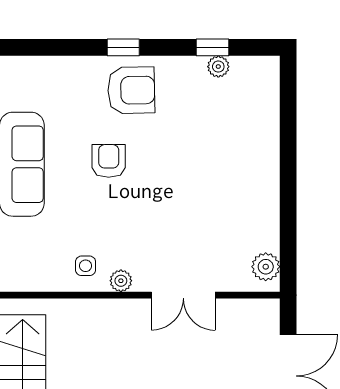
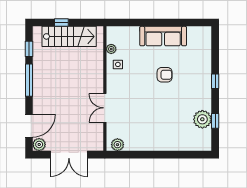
plant: (218, 67) -> (202, 119), width x1.87, depth x1.87
armchair: (131, 90) -> (196, 85), removed
plant: (121, 281) -> (111, 49), moved

